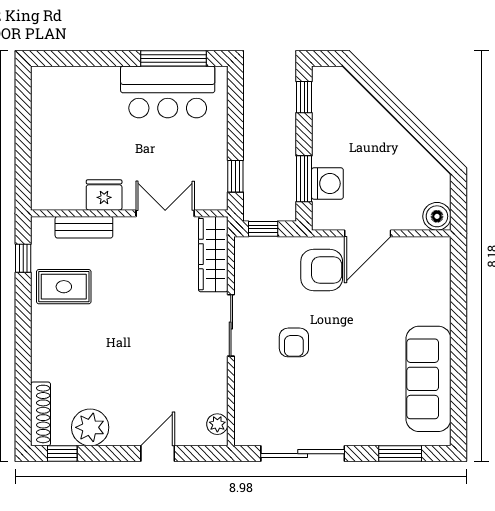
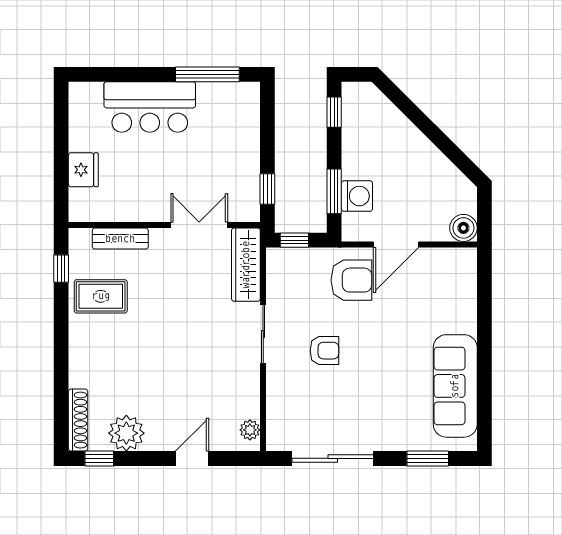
bar counter: (168, 92) -> (150, 107), moved
fridge: (104, 195) -> (83, 170), moved, turned 90
armchair: (294, 342) -> (324, 351), turned -90

